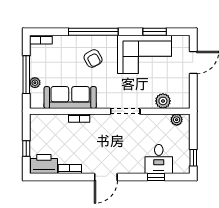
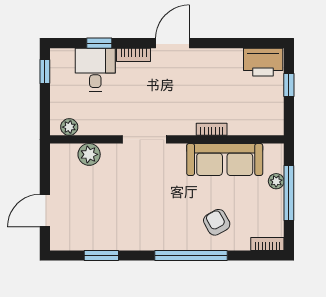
corner sofa: (145, 54) -> (116, 223), removed
armchair: (93, 59) -> (217, 222), moved
bookcase: (70, 169) -> (134, 55), moved

